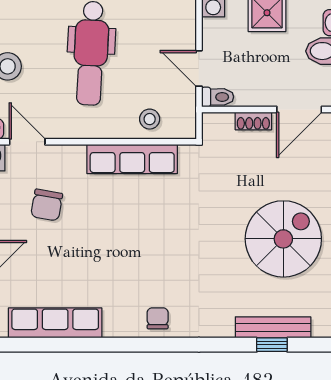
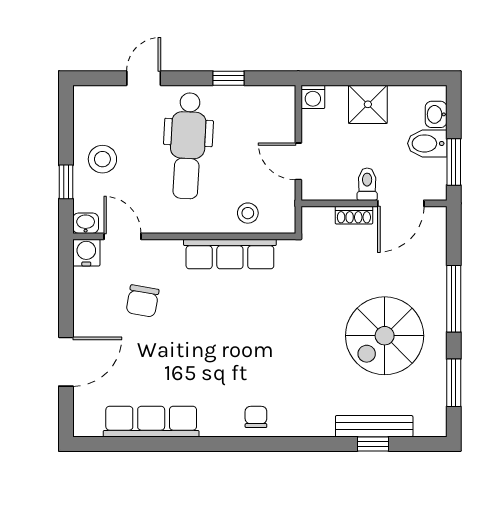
toilet: (218, 97) -> (367, 184), moved, turned -90
spiral stairs: (283, 239) -> (385, 336), turned 180

